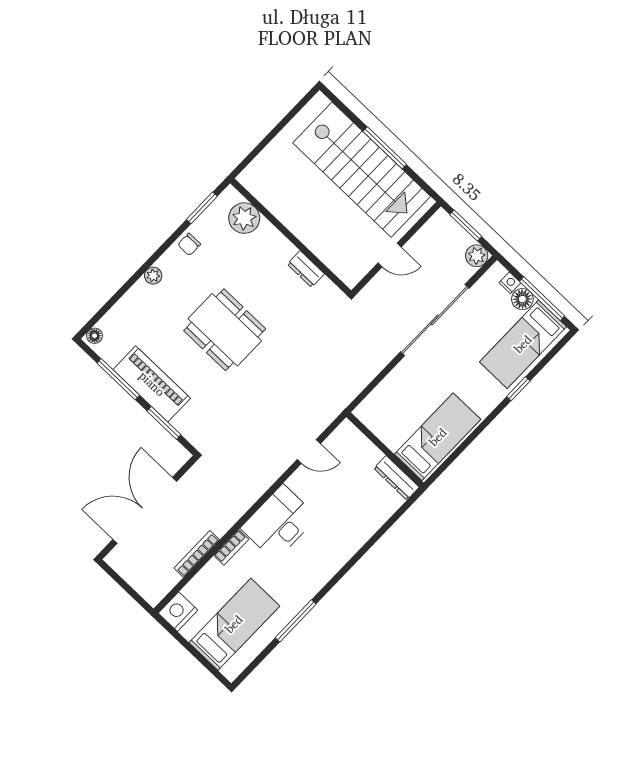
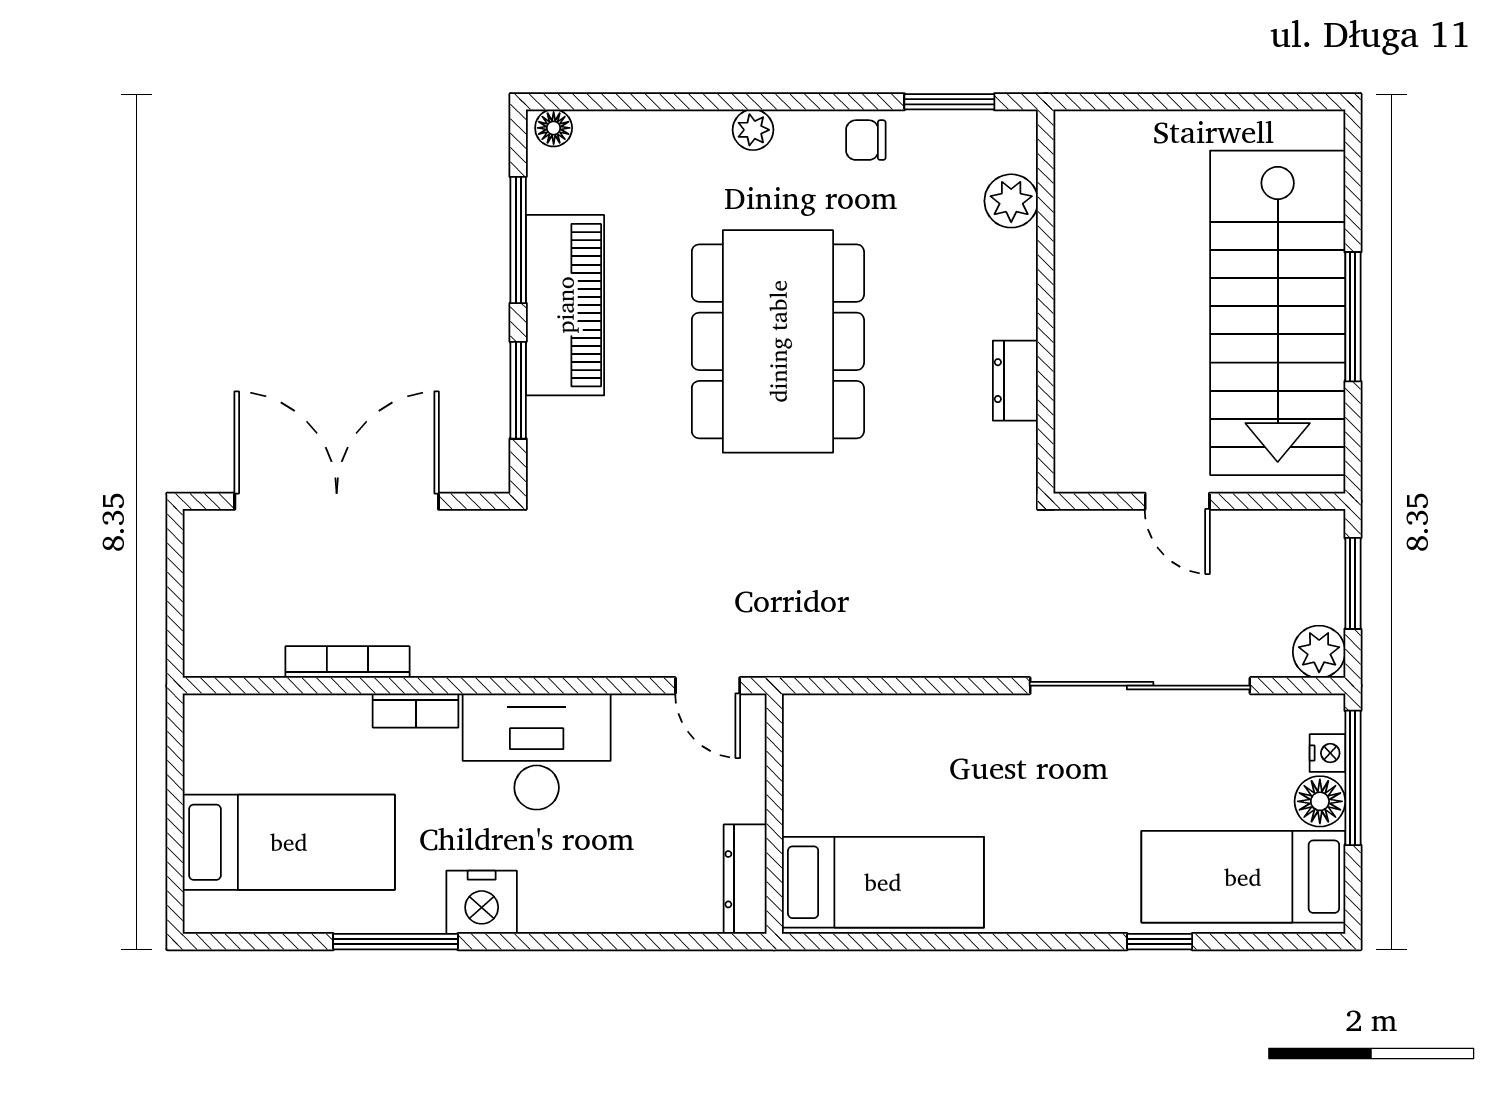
plant: (244, 218) -> (1011, 201), width x0.73, depth x0.73
window: (542, 299) -> (1353, 778), moved
dining table: (225, 330) -> (778, 341), width x1.36, depth x1.24
bed: (438, 437) -> (883, 882), moved
wall: (385, 450) -> (774, 814), moved
dresser: (396, 478) -> (745, 879), moved
nightstand: (178, 612) -> (482, 902), moved, turned 180

